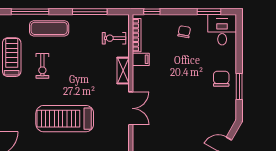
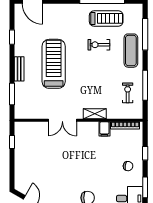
window: (152, 12) -> (145, 153), moved
exercise bike: (114, 38) -> (128, 93), moved

